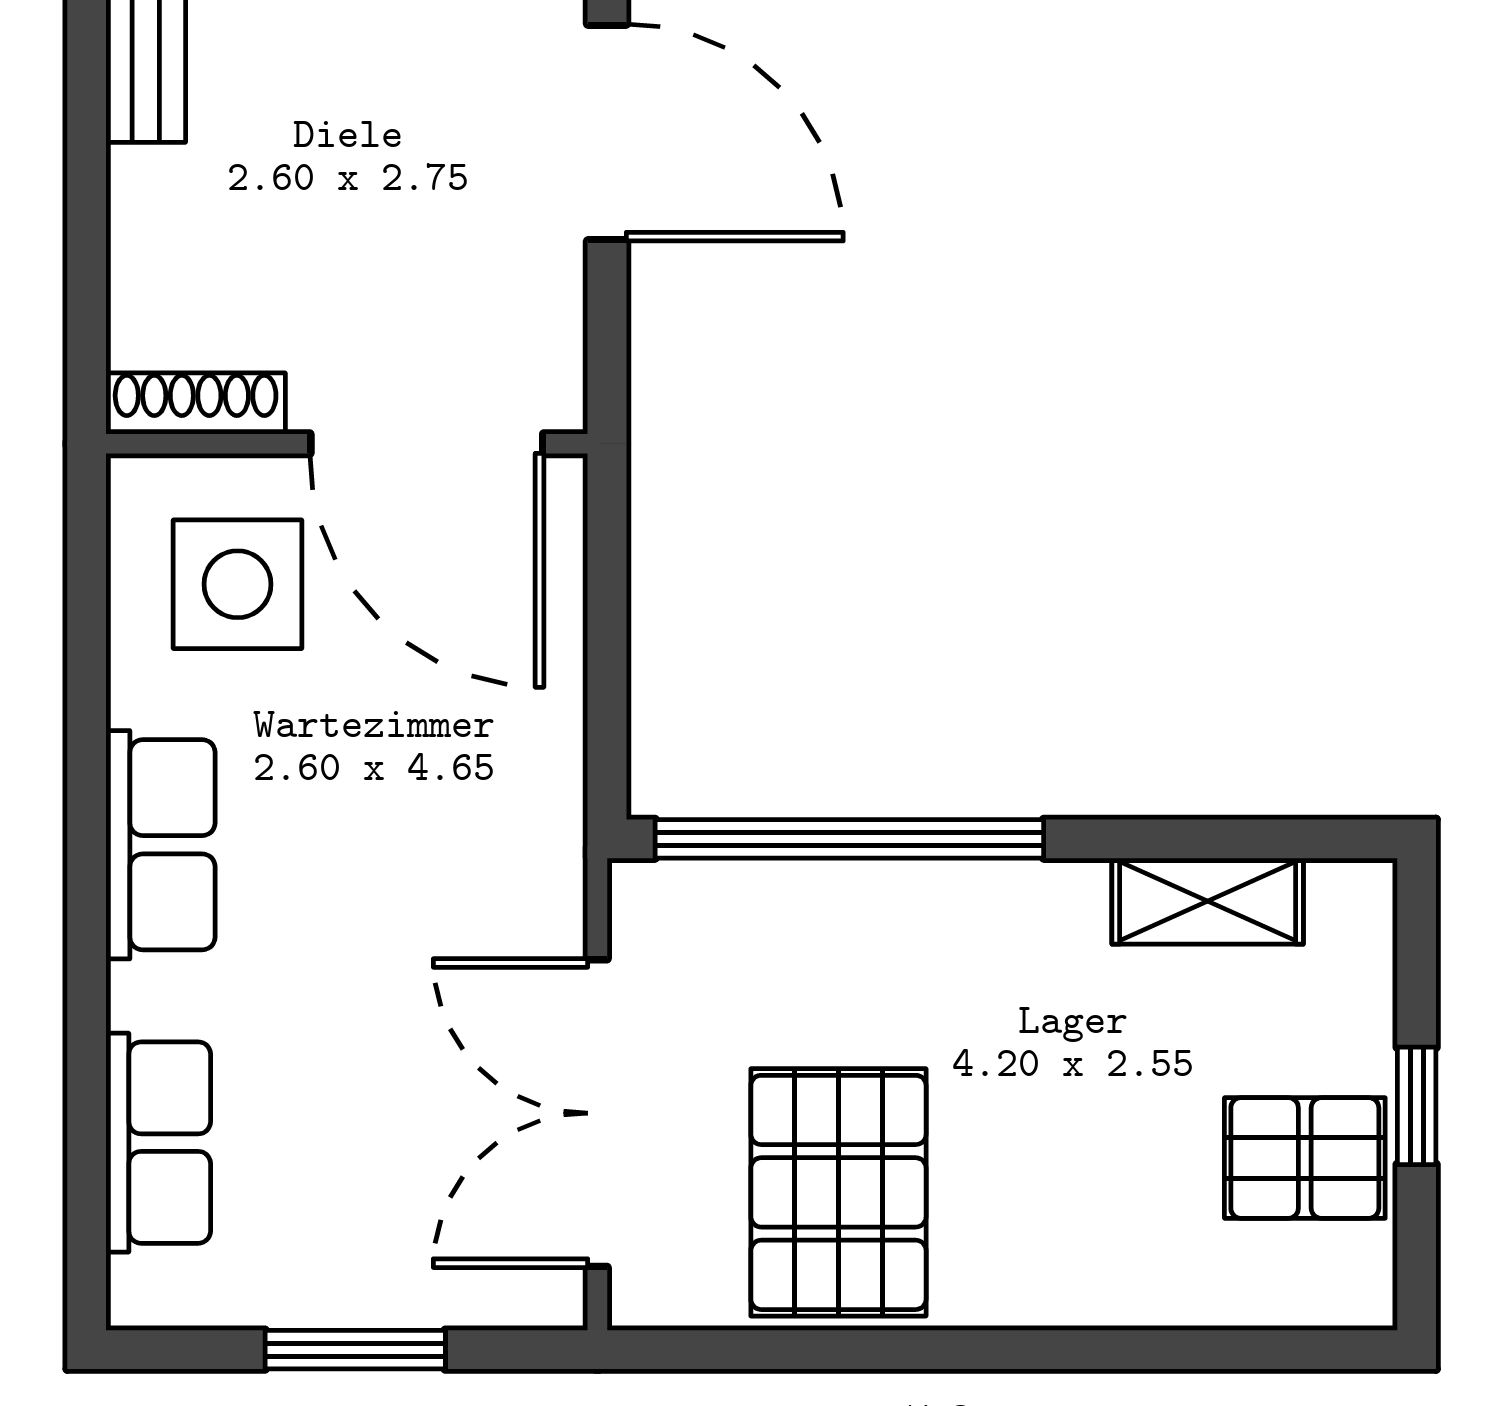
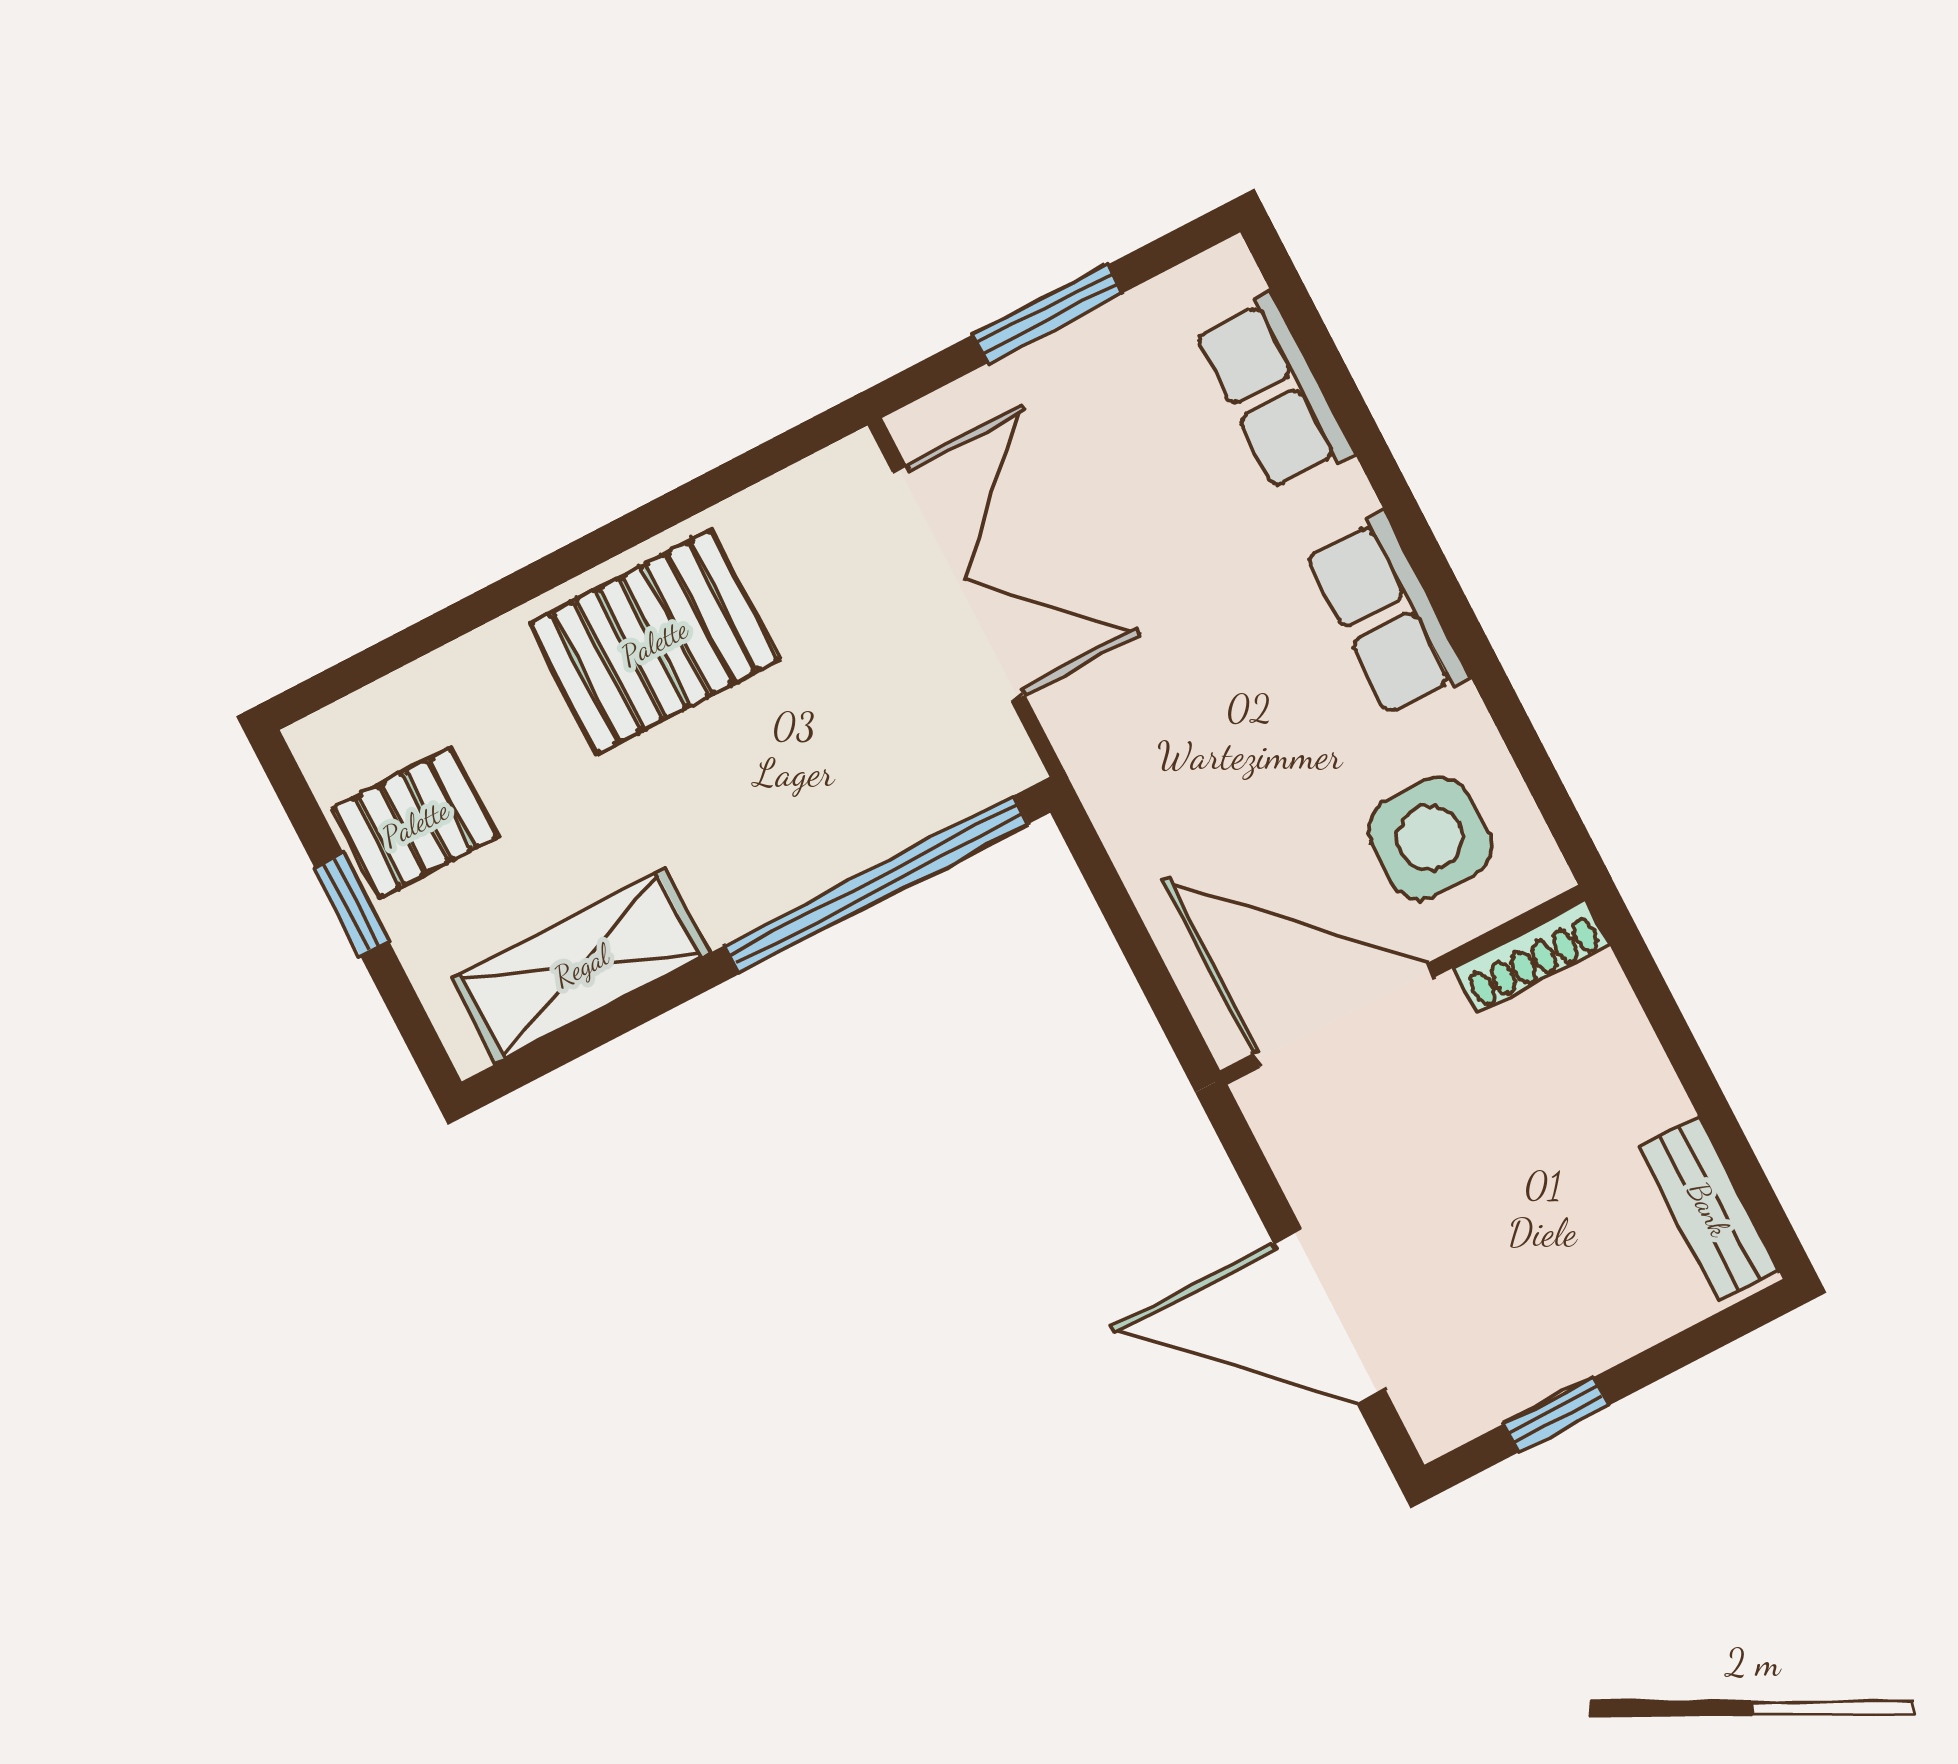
shelving: (1208, 901) -> (581, 966), width x1.50, depth x1.33
pallet: (838, 1192) -> (654, 642), moved, turned 90

